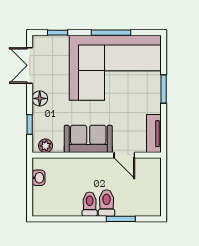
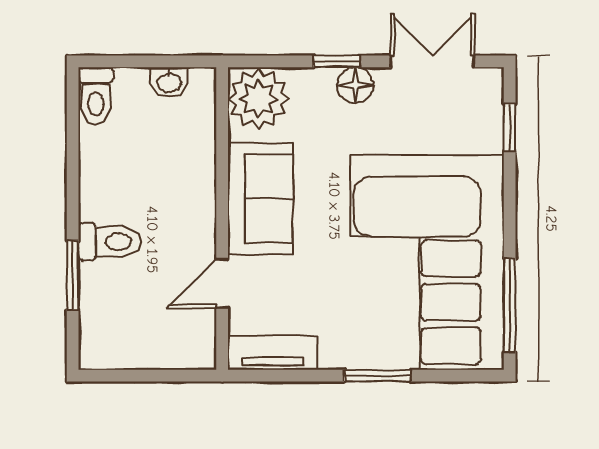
window: (111, 33) -> (510, 306), moved
window: (30, 124) -> (336, 61), moved
plant: (46, 146) -> (258, 99), width x1.87, depth x1.87
toilet: (90, 204) -> (96, 96), moved, turned 90

